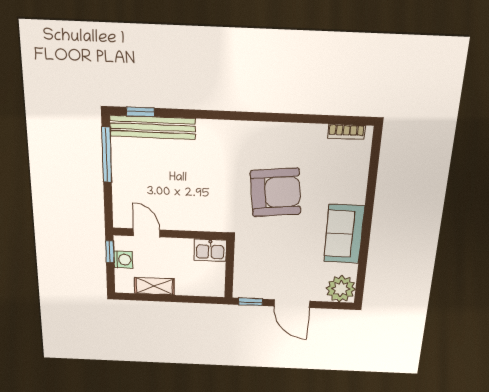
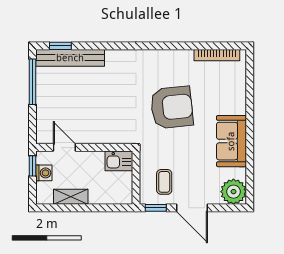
bookcase: (346, 132) -> (217, 55), width x1.56
coffee table: (262, 275) -> (164, 182), added

